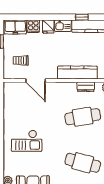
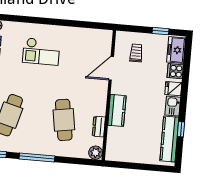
kitchen counter: (77, 73) -> (117, 110), width x0.67
checkout: (27, 141) -> (41, 52), turned -90

